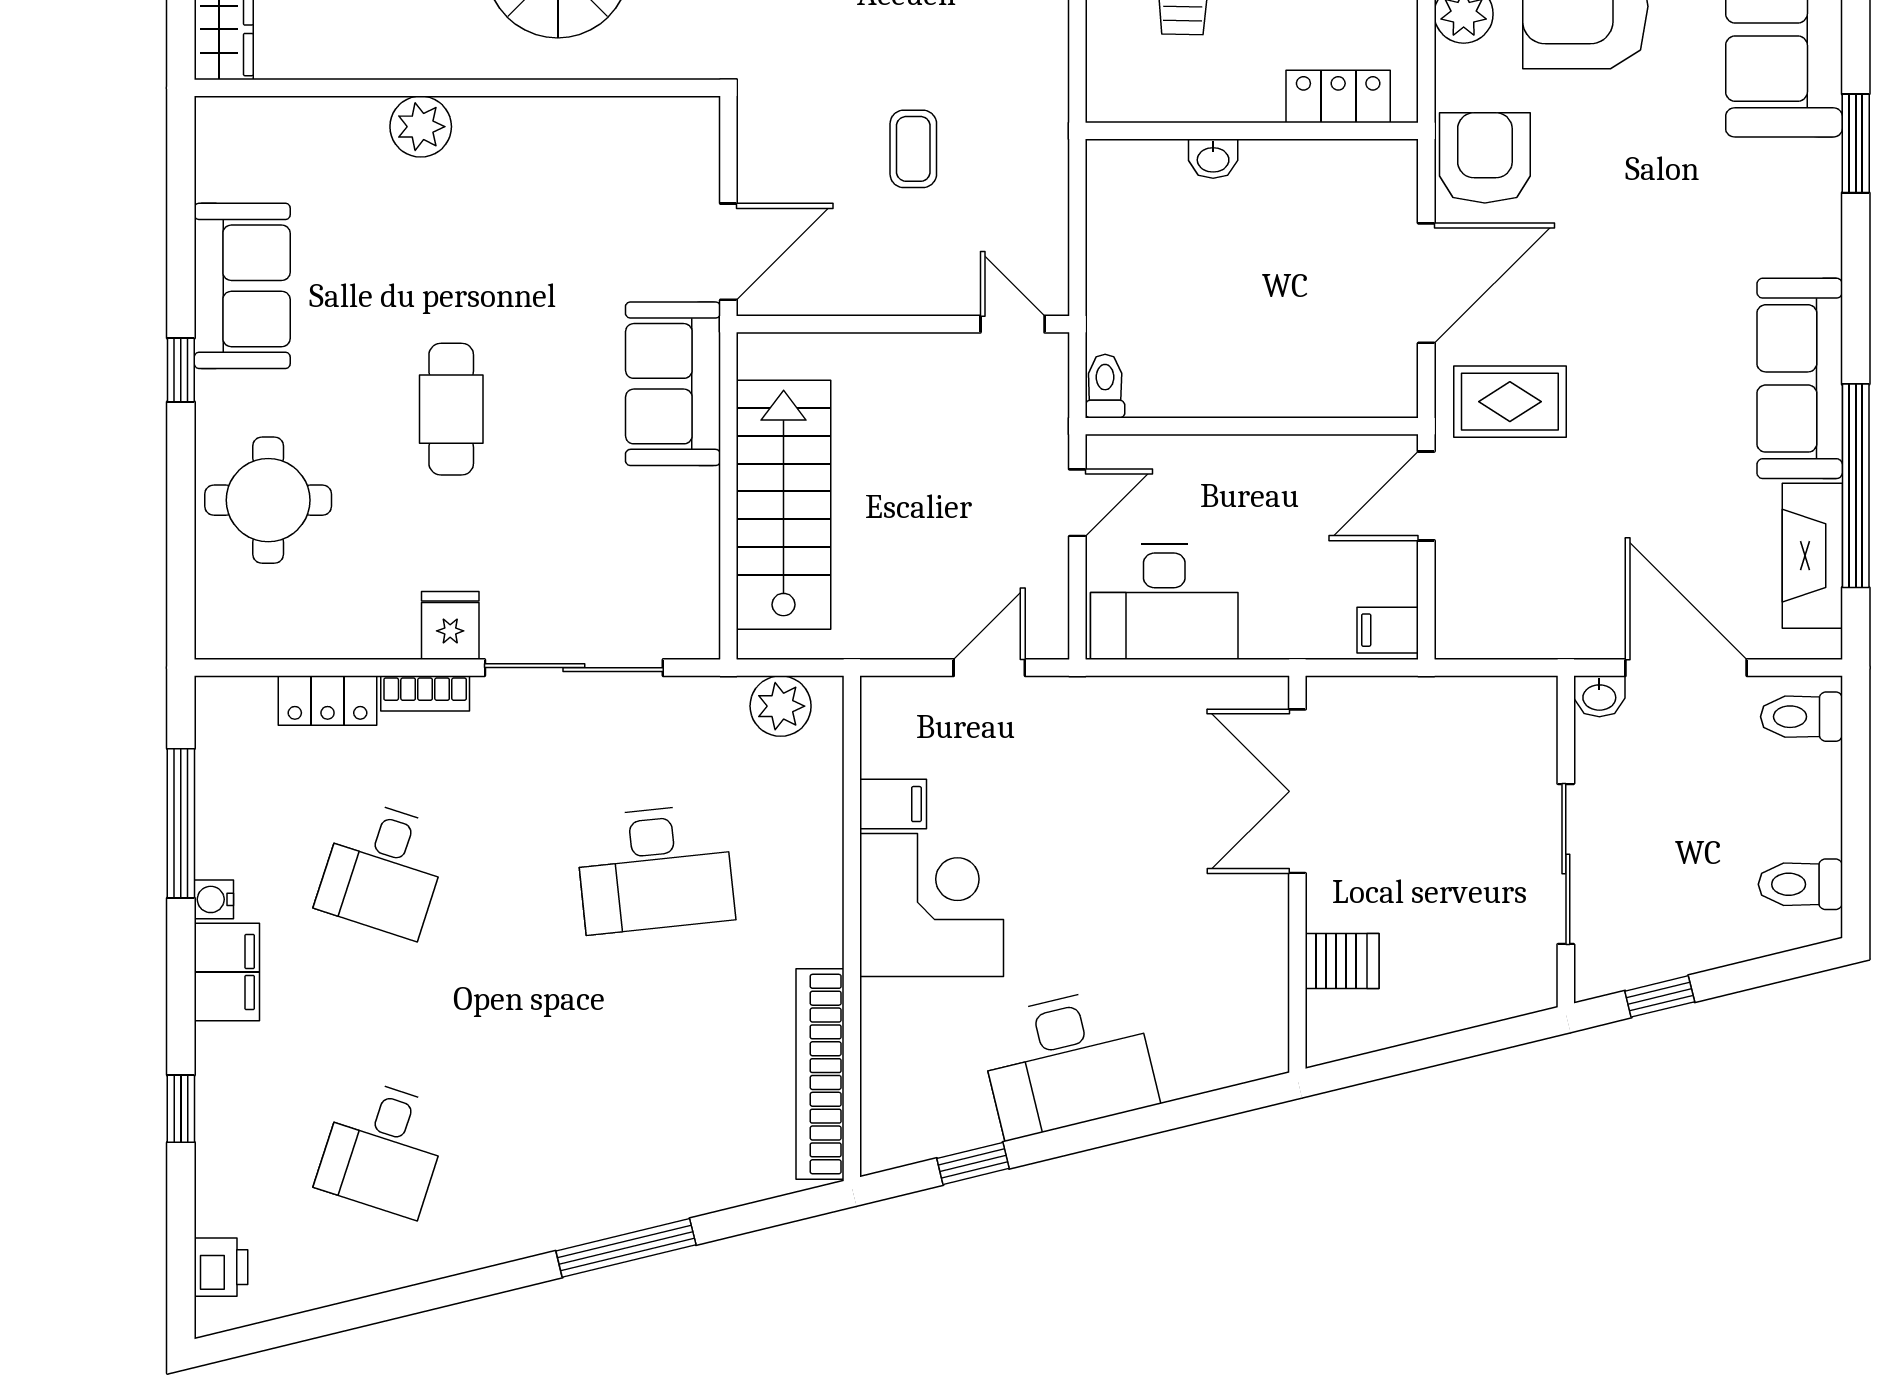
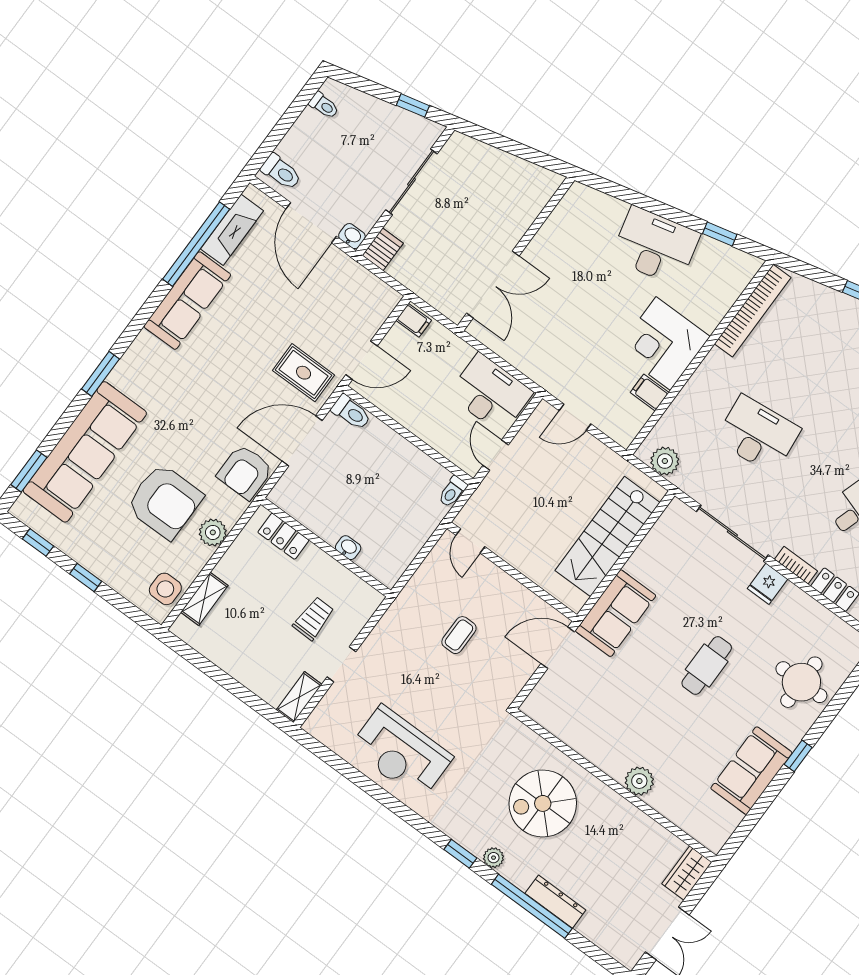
toilet: (1378, 394) -> (351, 412), added
door: (1077, 503) -> (496, 455), hinge flipped
toilet: (1800, 884) -> (324, 105), width x0.73, depth x0.72
server rack: (1342, 961) -> (383, 249), moved, turned 90

